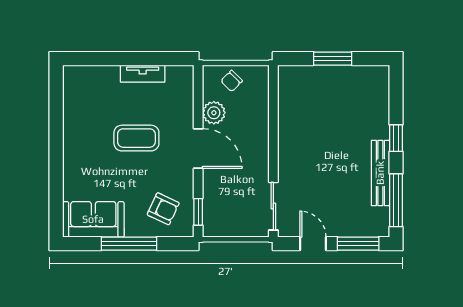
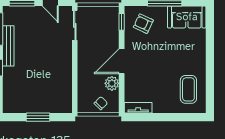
tv unit: (143, 74) -> (138, 108), moved
coffee table: (136, 138) -> (188, 89), moved, turned 90
door: (198, 148) -> (122, 61), hinge flipped

